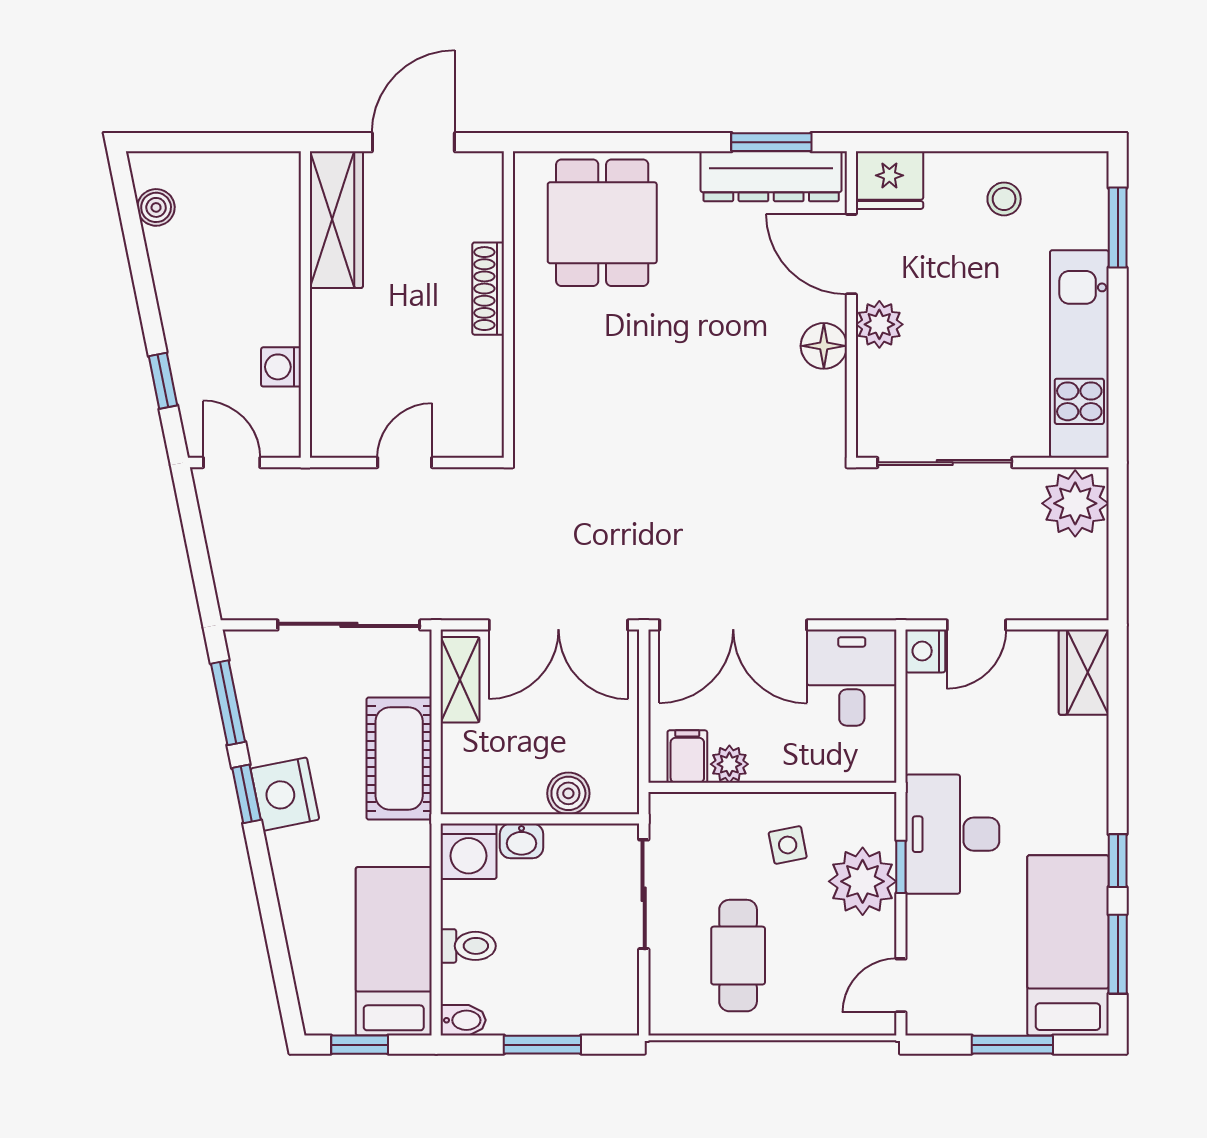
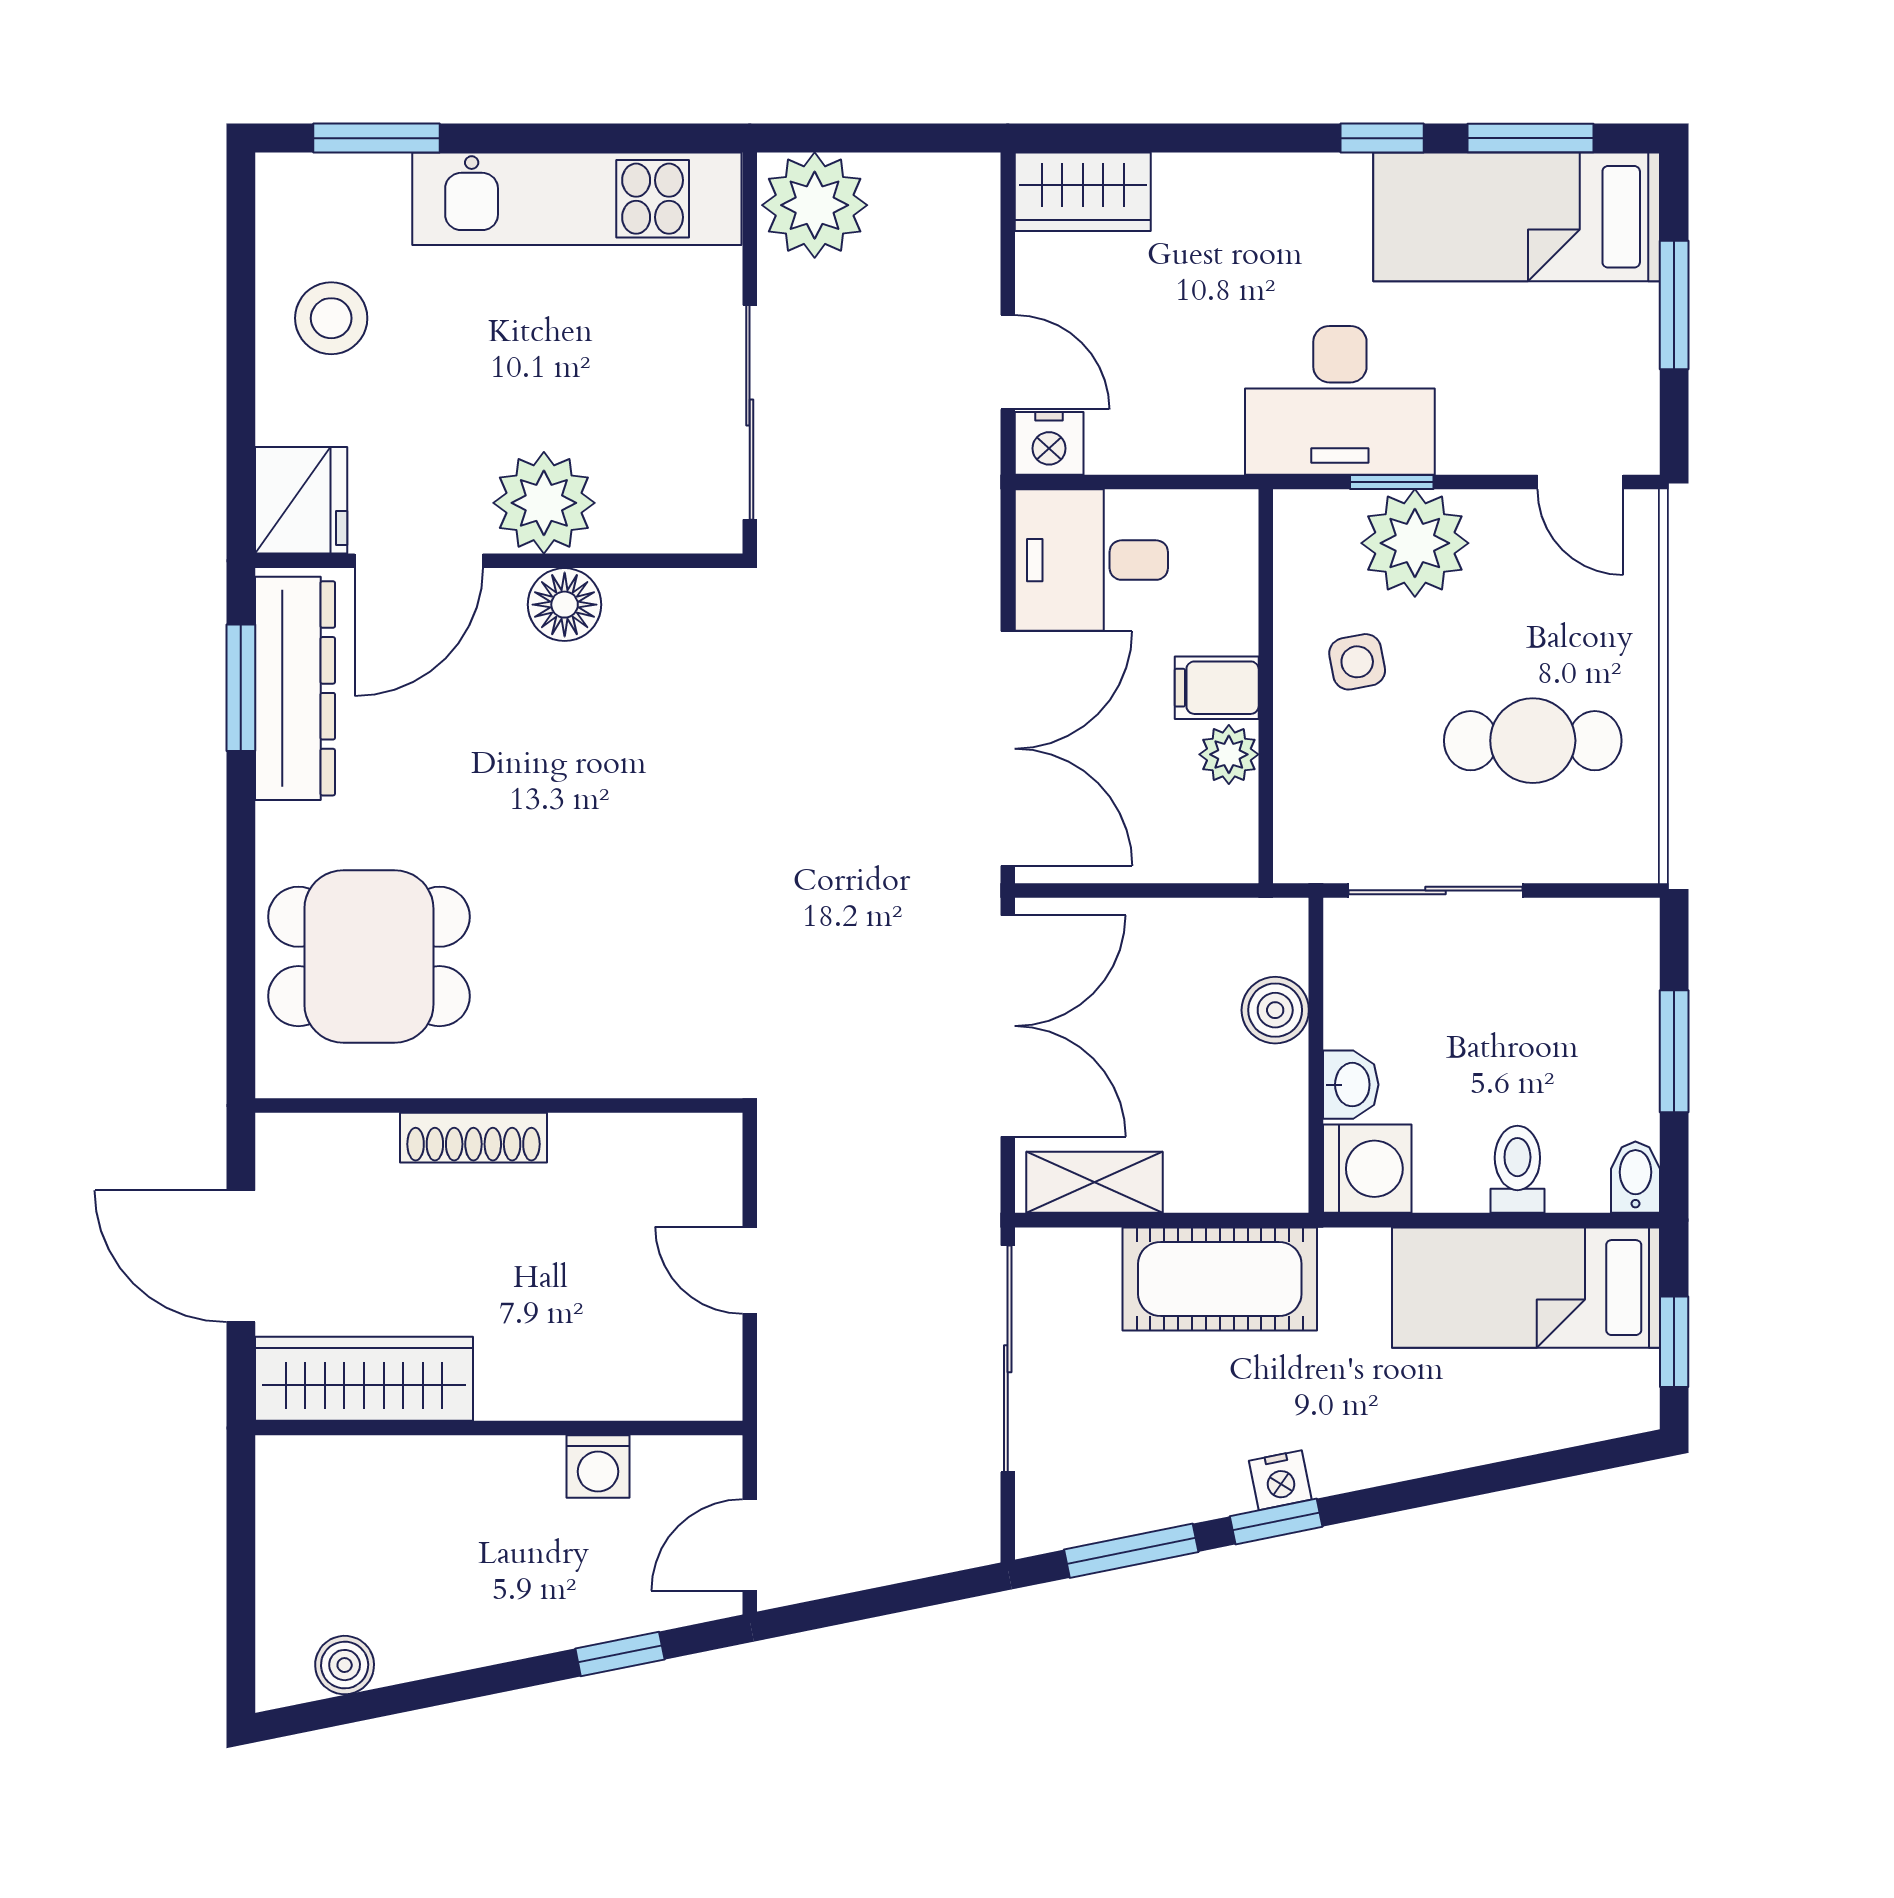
stool: (1004, 199) -> (331, 318), width x1.37, depth x1.37
plant: (879, 324) -> (544, 503), width x1.36, depth x1.36
filing cabinet: (687, 757) -> (1217, 688), moved
nightstand: (285, 794) -> (1280, 1480), width x0.53, depth x0.56

